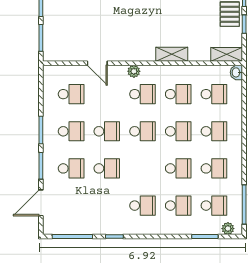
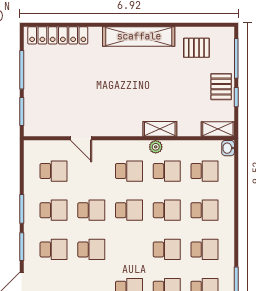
plant: (134, 71) -> (156, 147), moved

